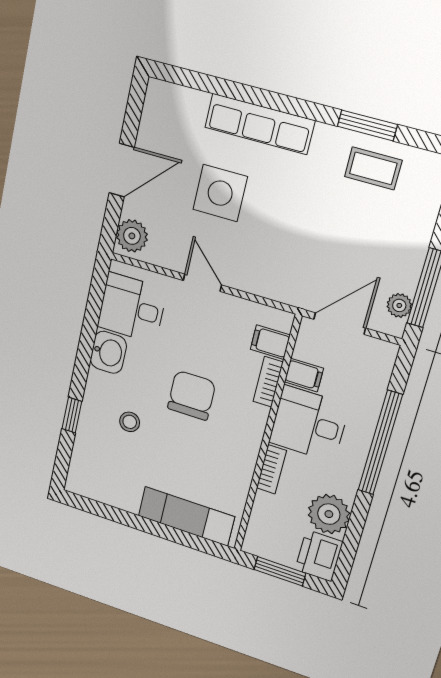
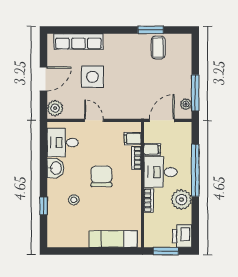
row of seats: (260, 124) -> (78, 41), moved
coffee table: (373, 168) -> (158, 47), turned 90
plant: (329, 514) -> (181, 200), moved

